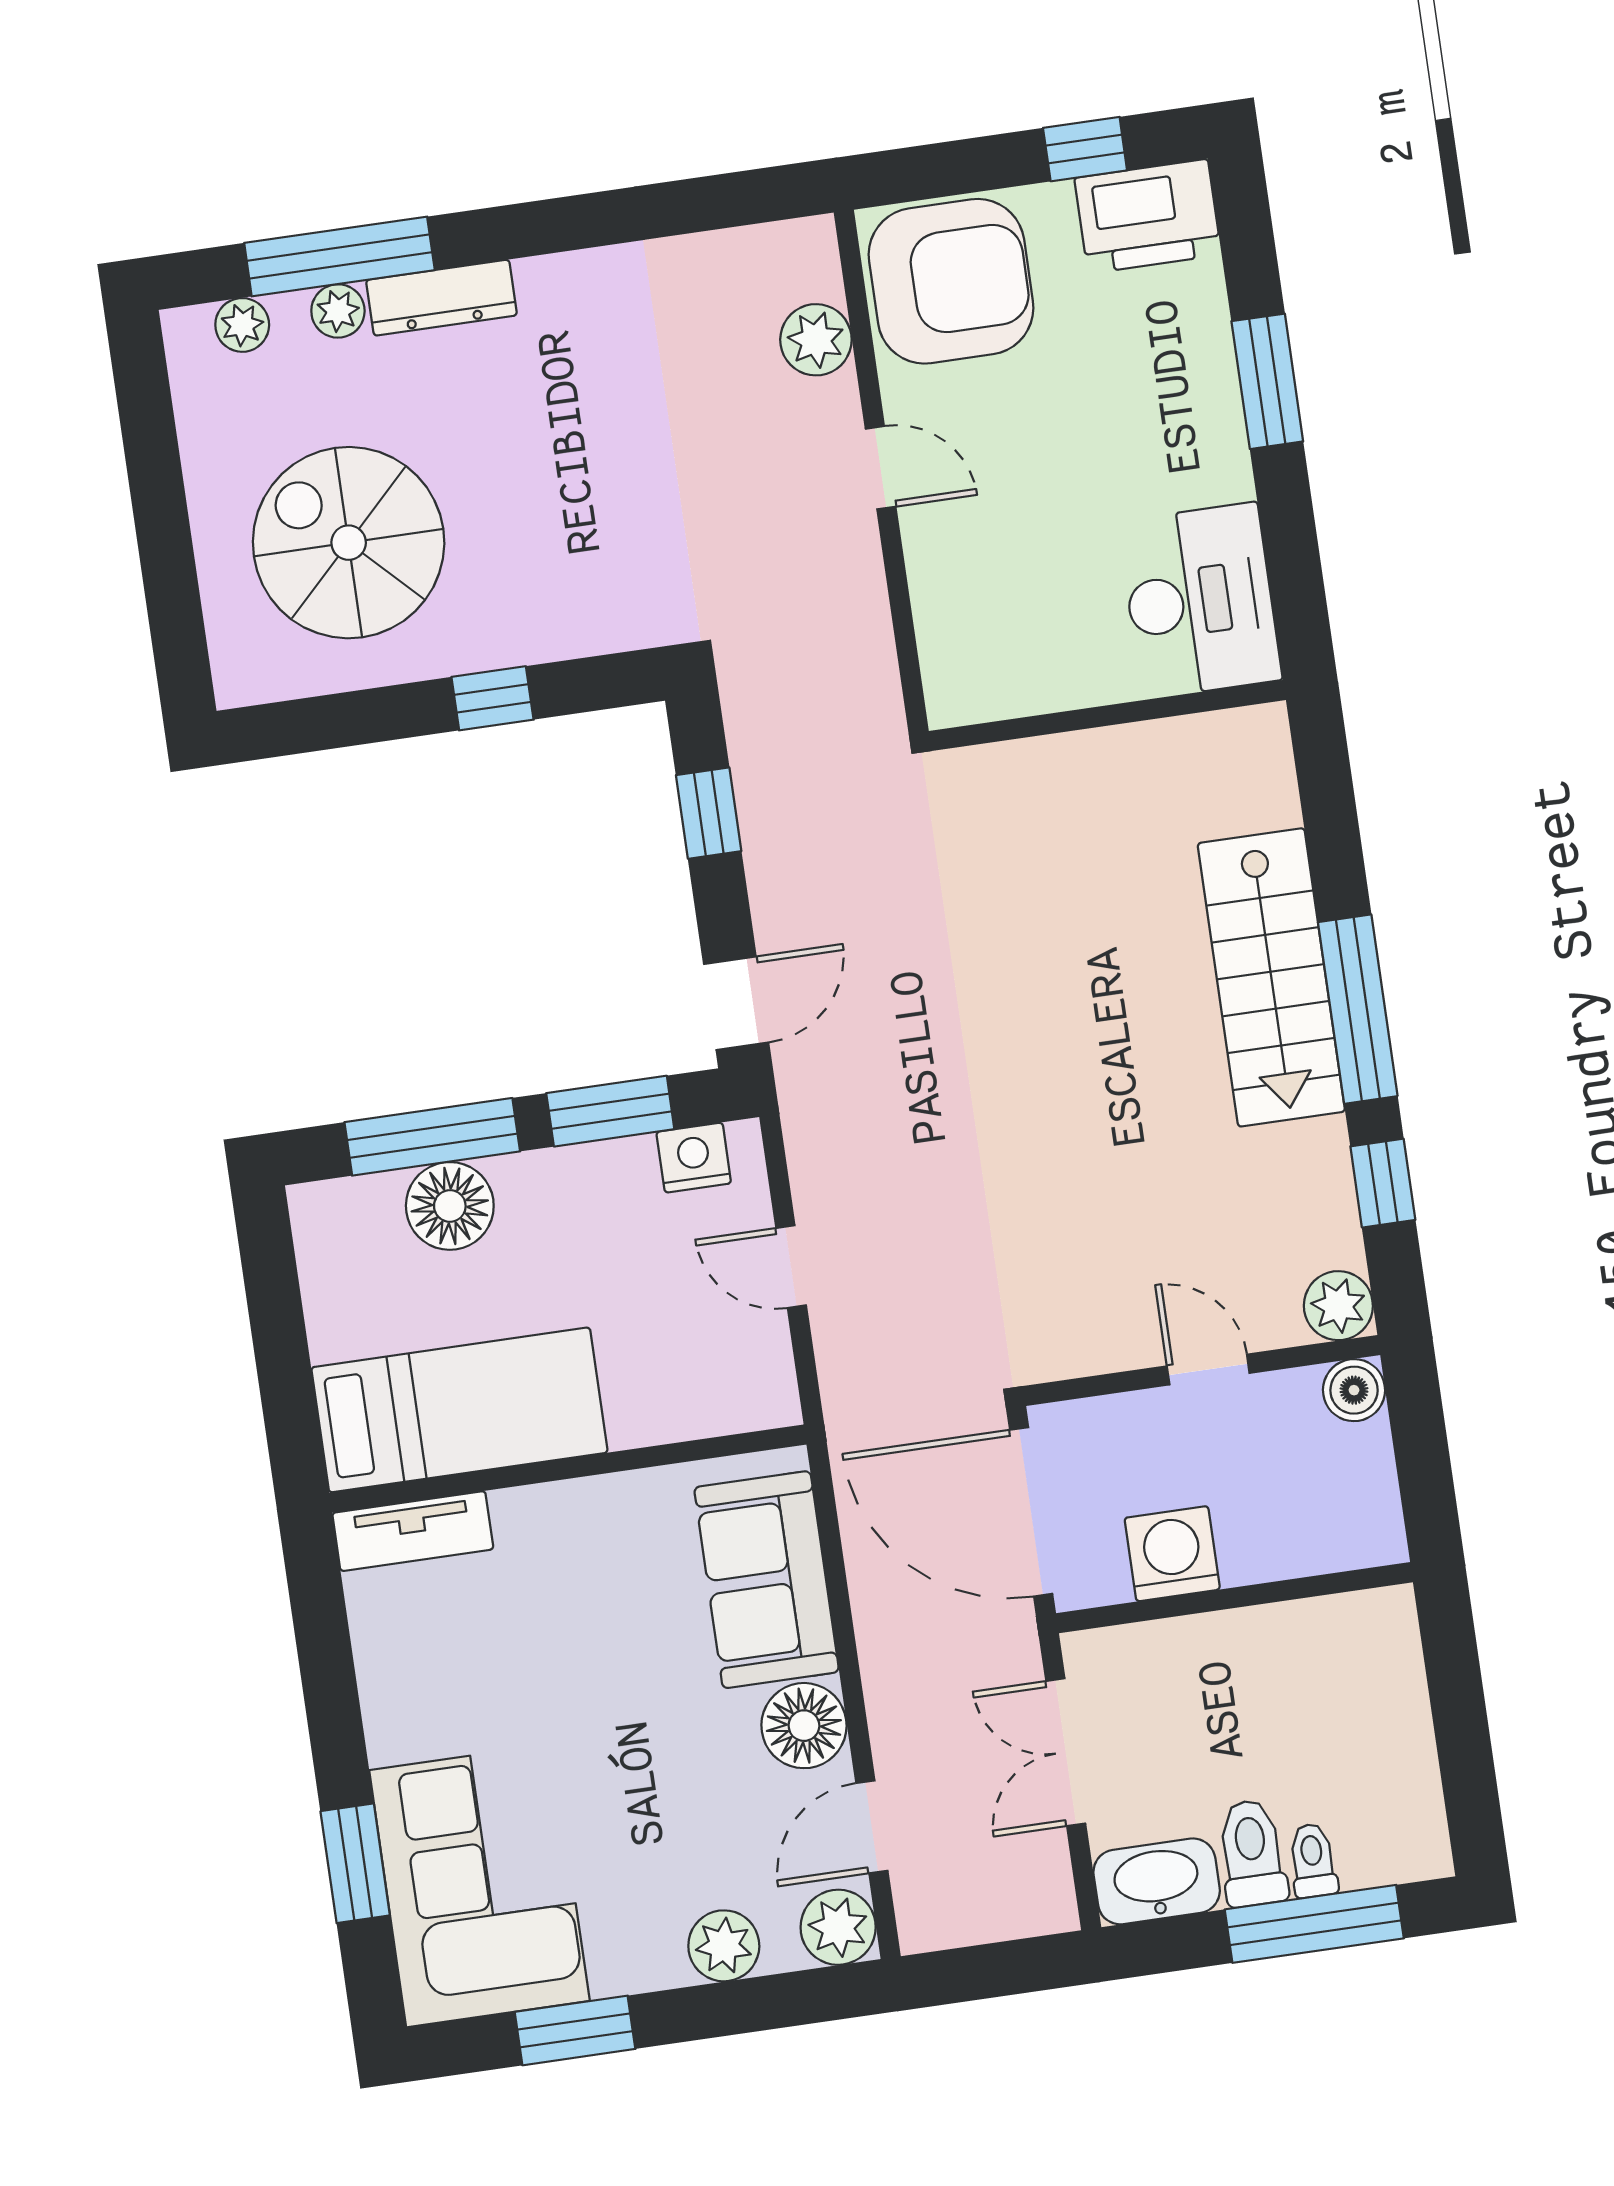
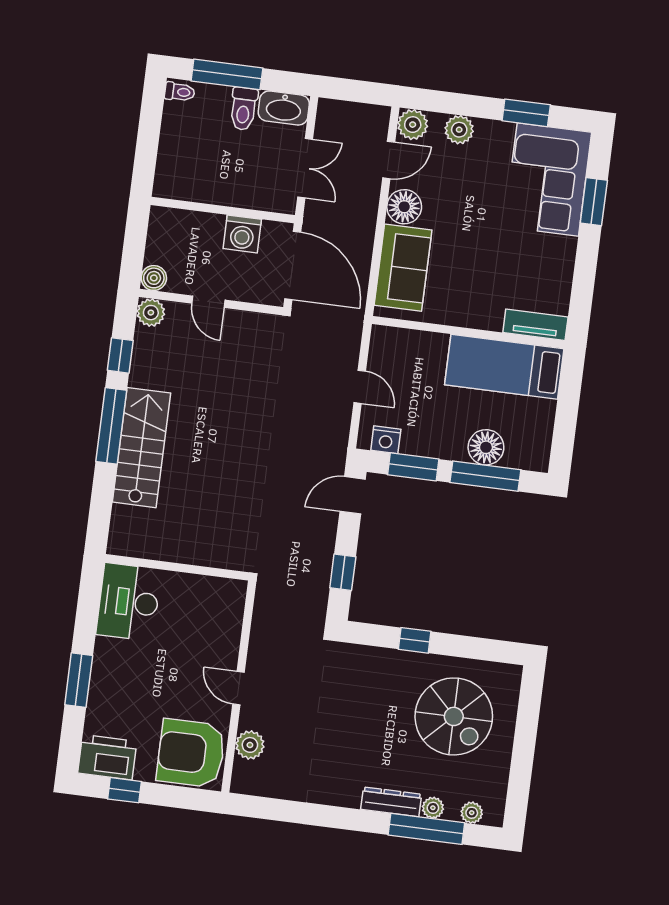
toilet: (1313, 1860) -> (180, 92), moved, turned -90

